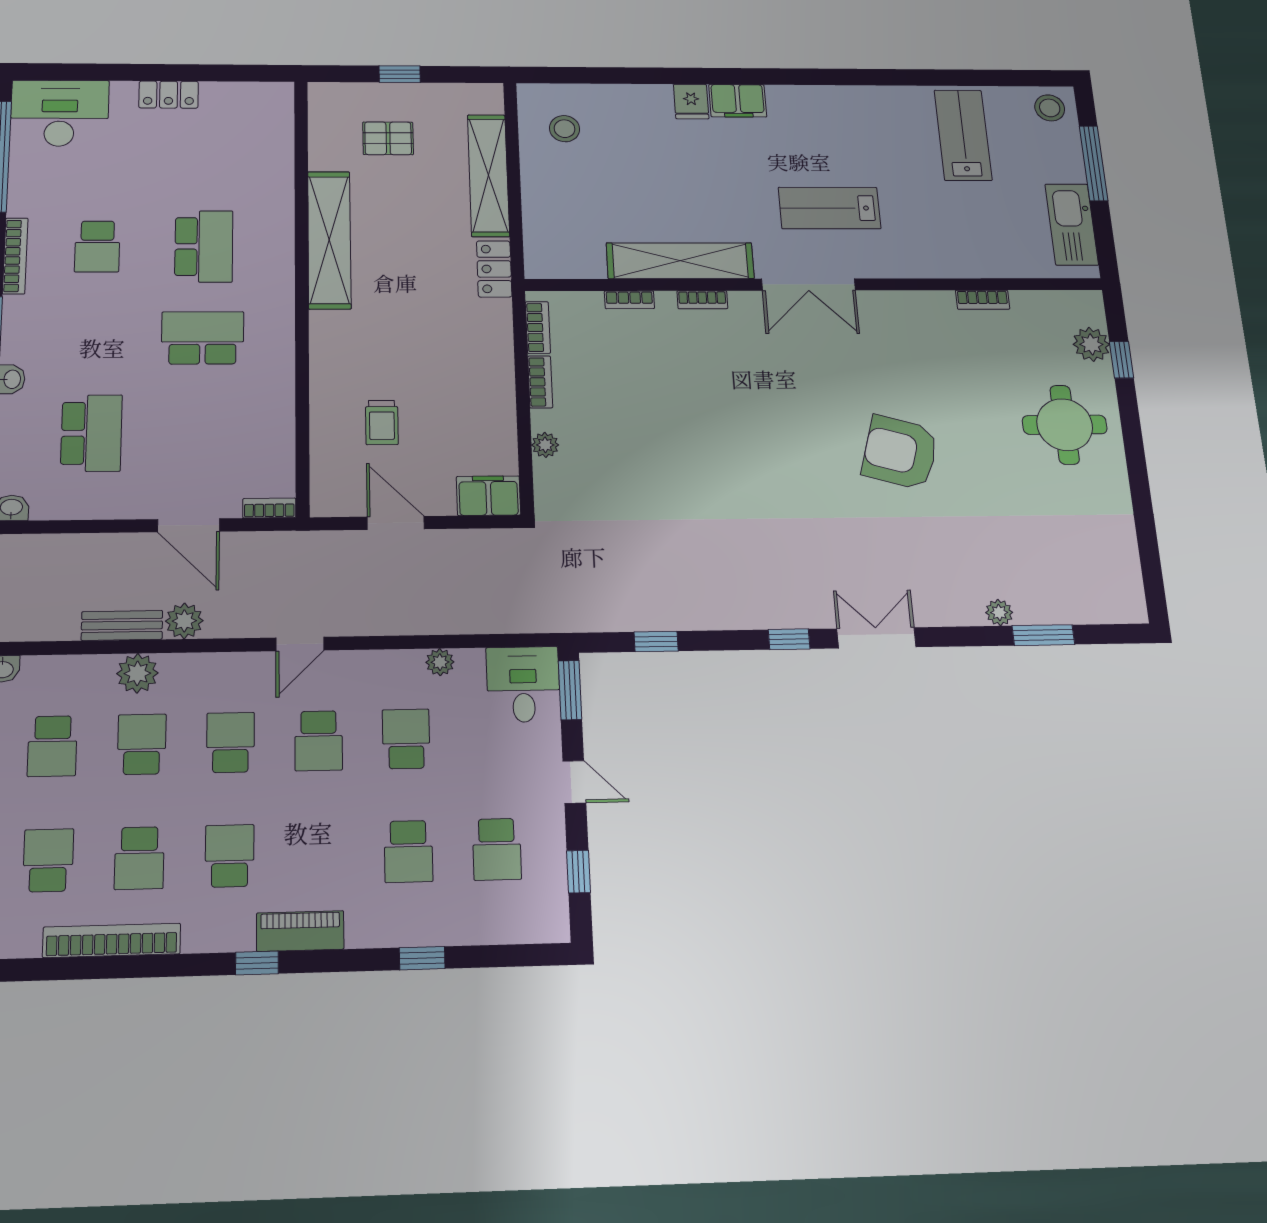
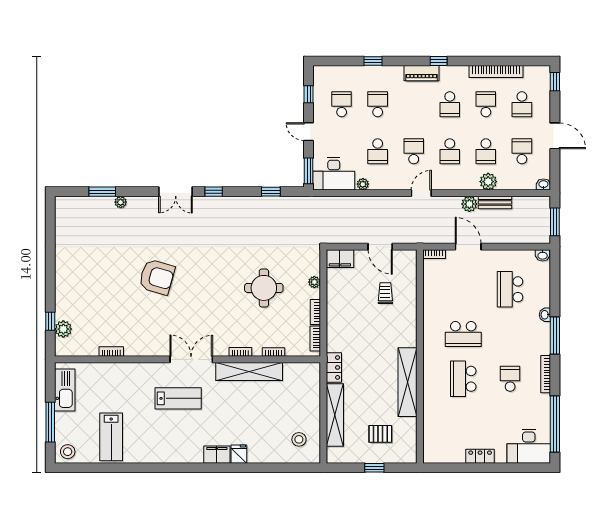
round table: (1065, 425) -> (264, 288), moved
desk: (523, 684) -> (334, 174), width x1.37

